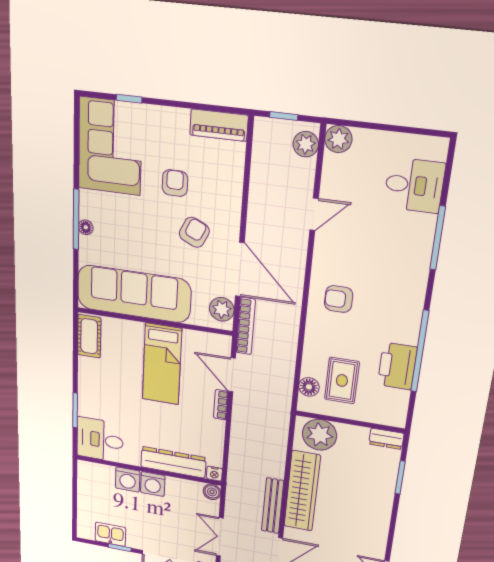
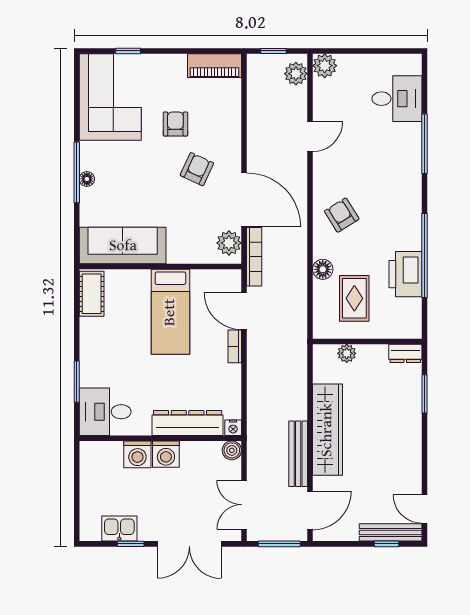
sofa: (134, 294) -> (123, 246), width x0.74, depth x0.79
armchair: (339, 299) -> (342, 215), turned 58
floor lamp: (309, 387) -> (323, 269), moved
plant: (319, 435) -> (347, 353), width x0.53, depth x0.53

